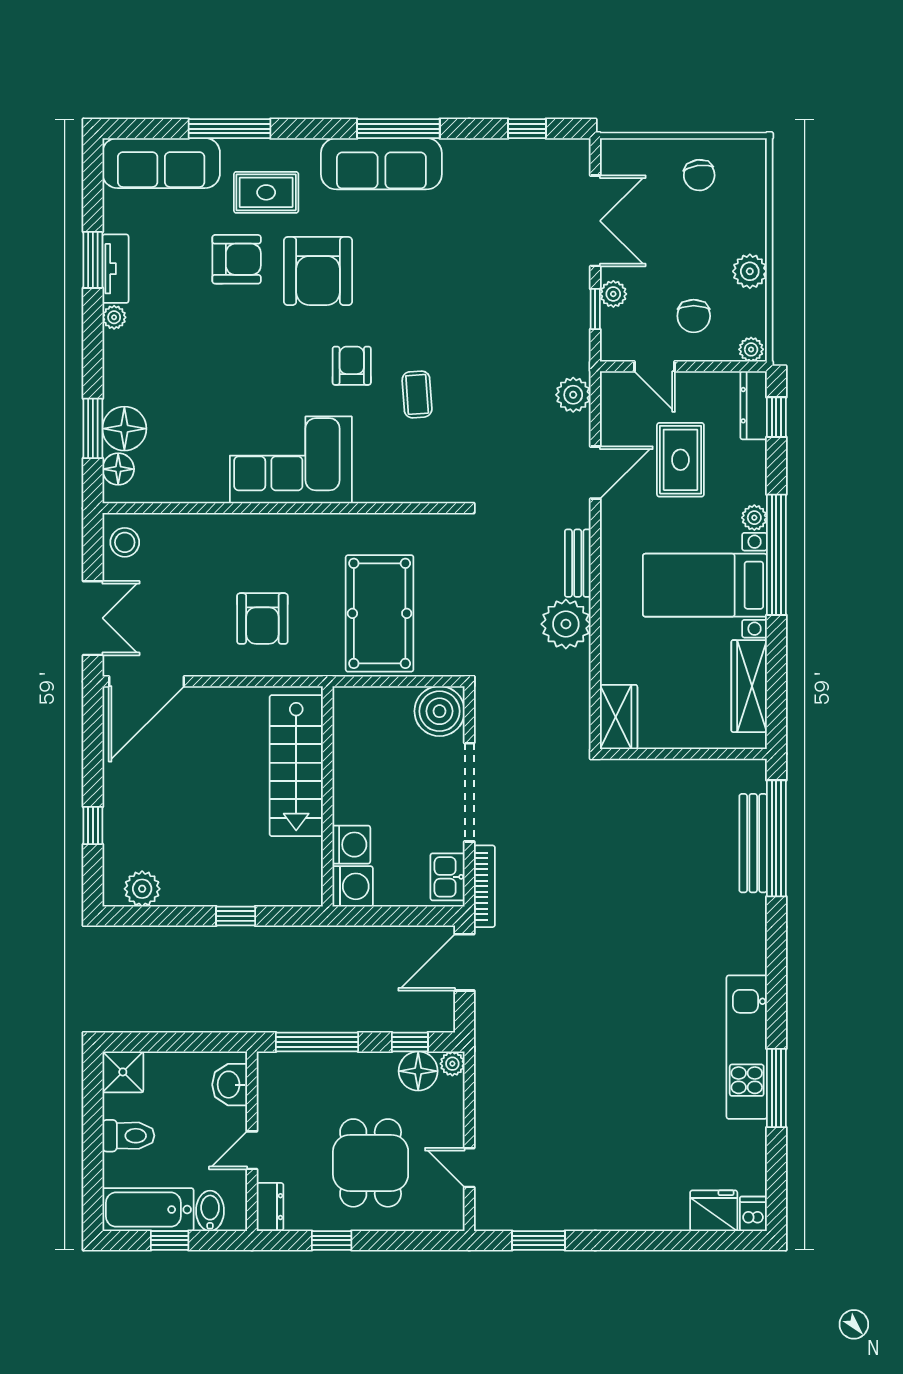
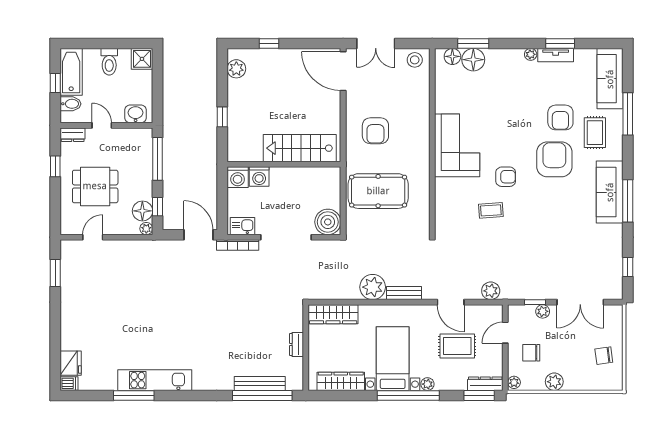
armchair: (318, 271) -> (554, 159), turned 90
window: (776, 417) -> (479, 395), width x1.50
armchair: (262, 619) -> (375, 131), turned -90
wardrobe: (619, 717) -> (333, 314), width x1.50
dresser: (677, 772) -> (297, 344), added

